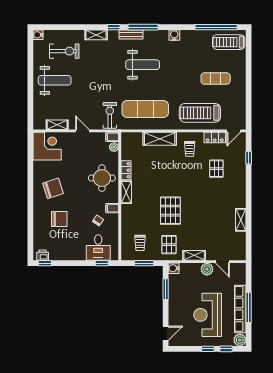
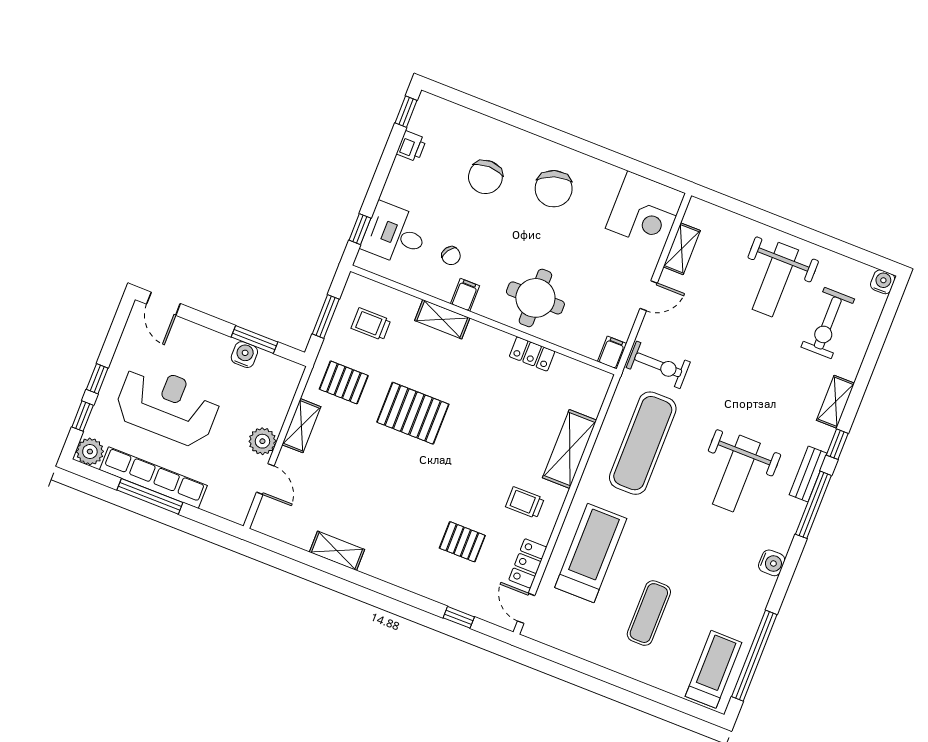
plant: (114, 147) -> (590, 348), removed
shelving: (126, 192) -> (442, 319), moved
printer: (43, 255) -> (411, 146), moved
door: (222, 262) -> (265, 479), swing flipped
water cooler: (174, 268) -> (244, 355), moved

